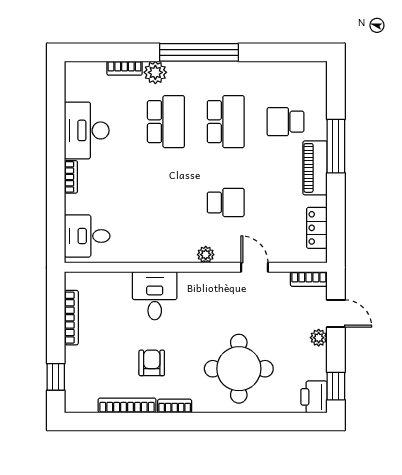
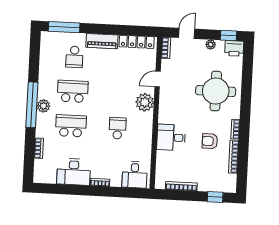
plant: (155, 72) -> (43, 106), moved
window: (336, 146) -> (64, 27), moved
school desk: (226, 202) -> (118, 128), moved
locker: (317, 228) -> (137, 42), width x1.53
plant: (206, 255) -> (145, 102), width x1.87, depth x1.87
plant: (319, 338) -> (211, 45), moved

